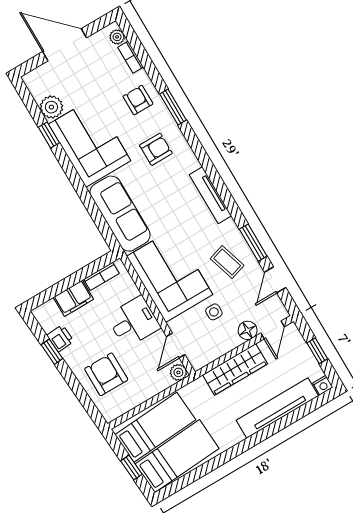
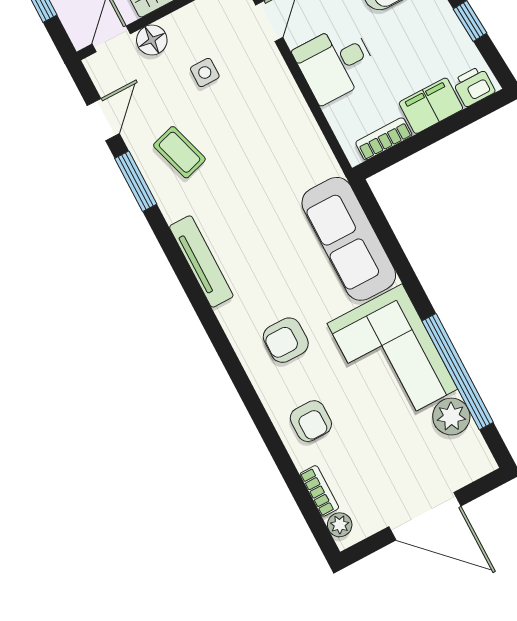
window: (173, 107) -> (255, 407), removed
window: (49, 135) -> (458, 372), width x3.17
corner sofa: (170, 275) -> (274, 135), removed
printer: (60, 338) -> (474, 86), moved, turned 94

